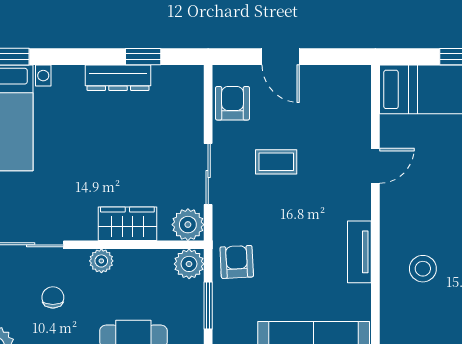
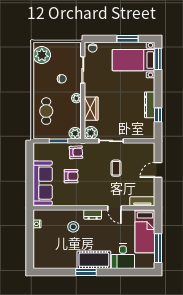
armchair: (232, 103) -> (71, 176), moved
dresser: (392, 220) -> (93, 214), added
tv unit: (359, 252) -> (142, 201), moved

